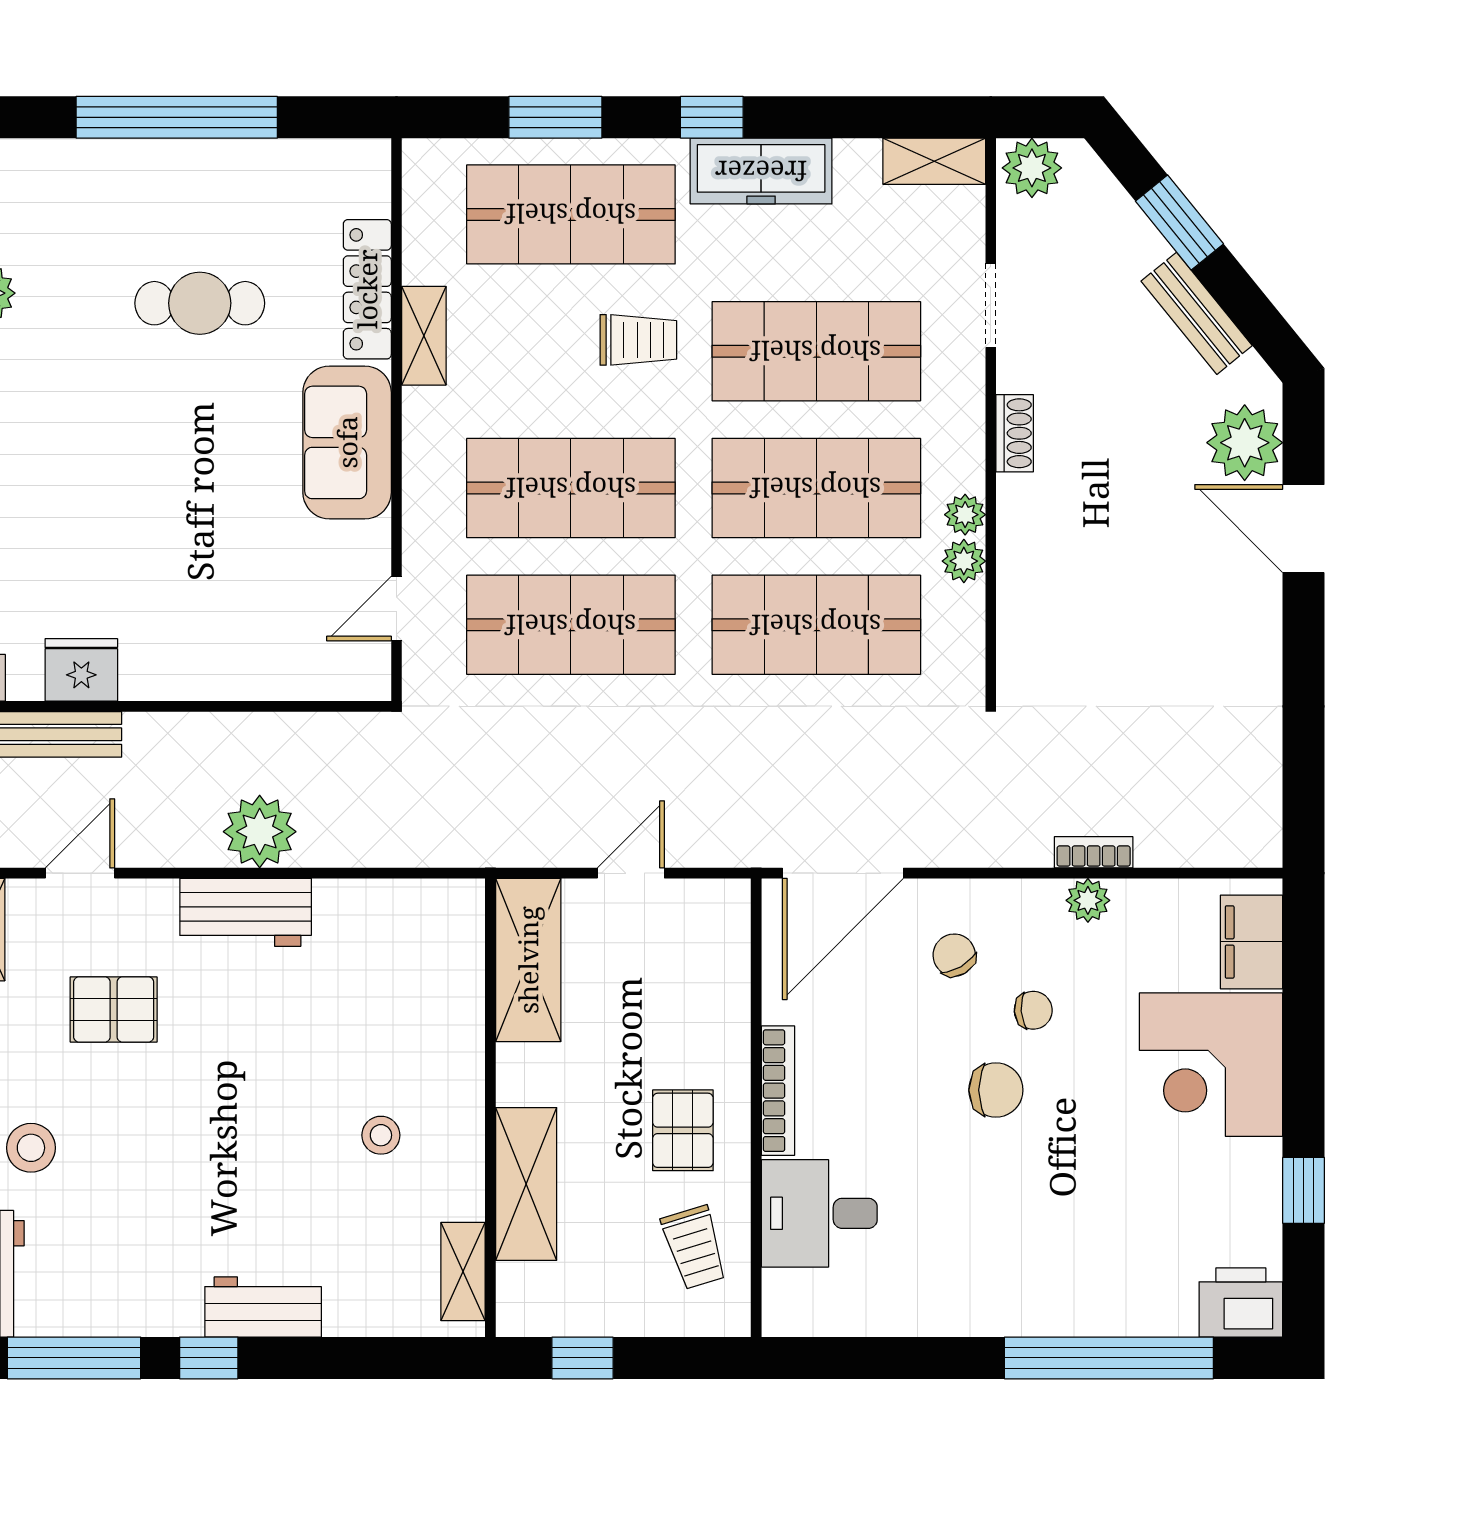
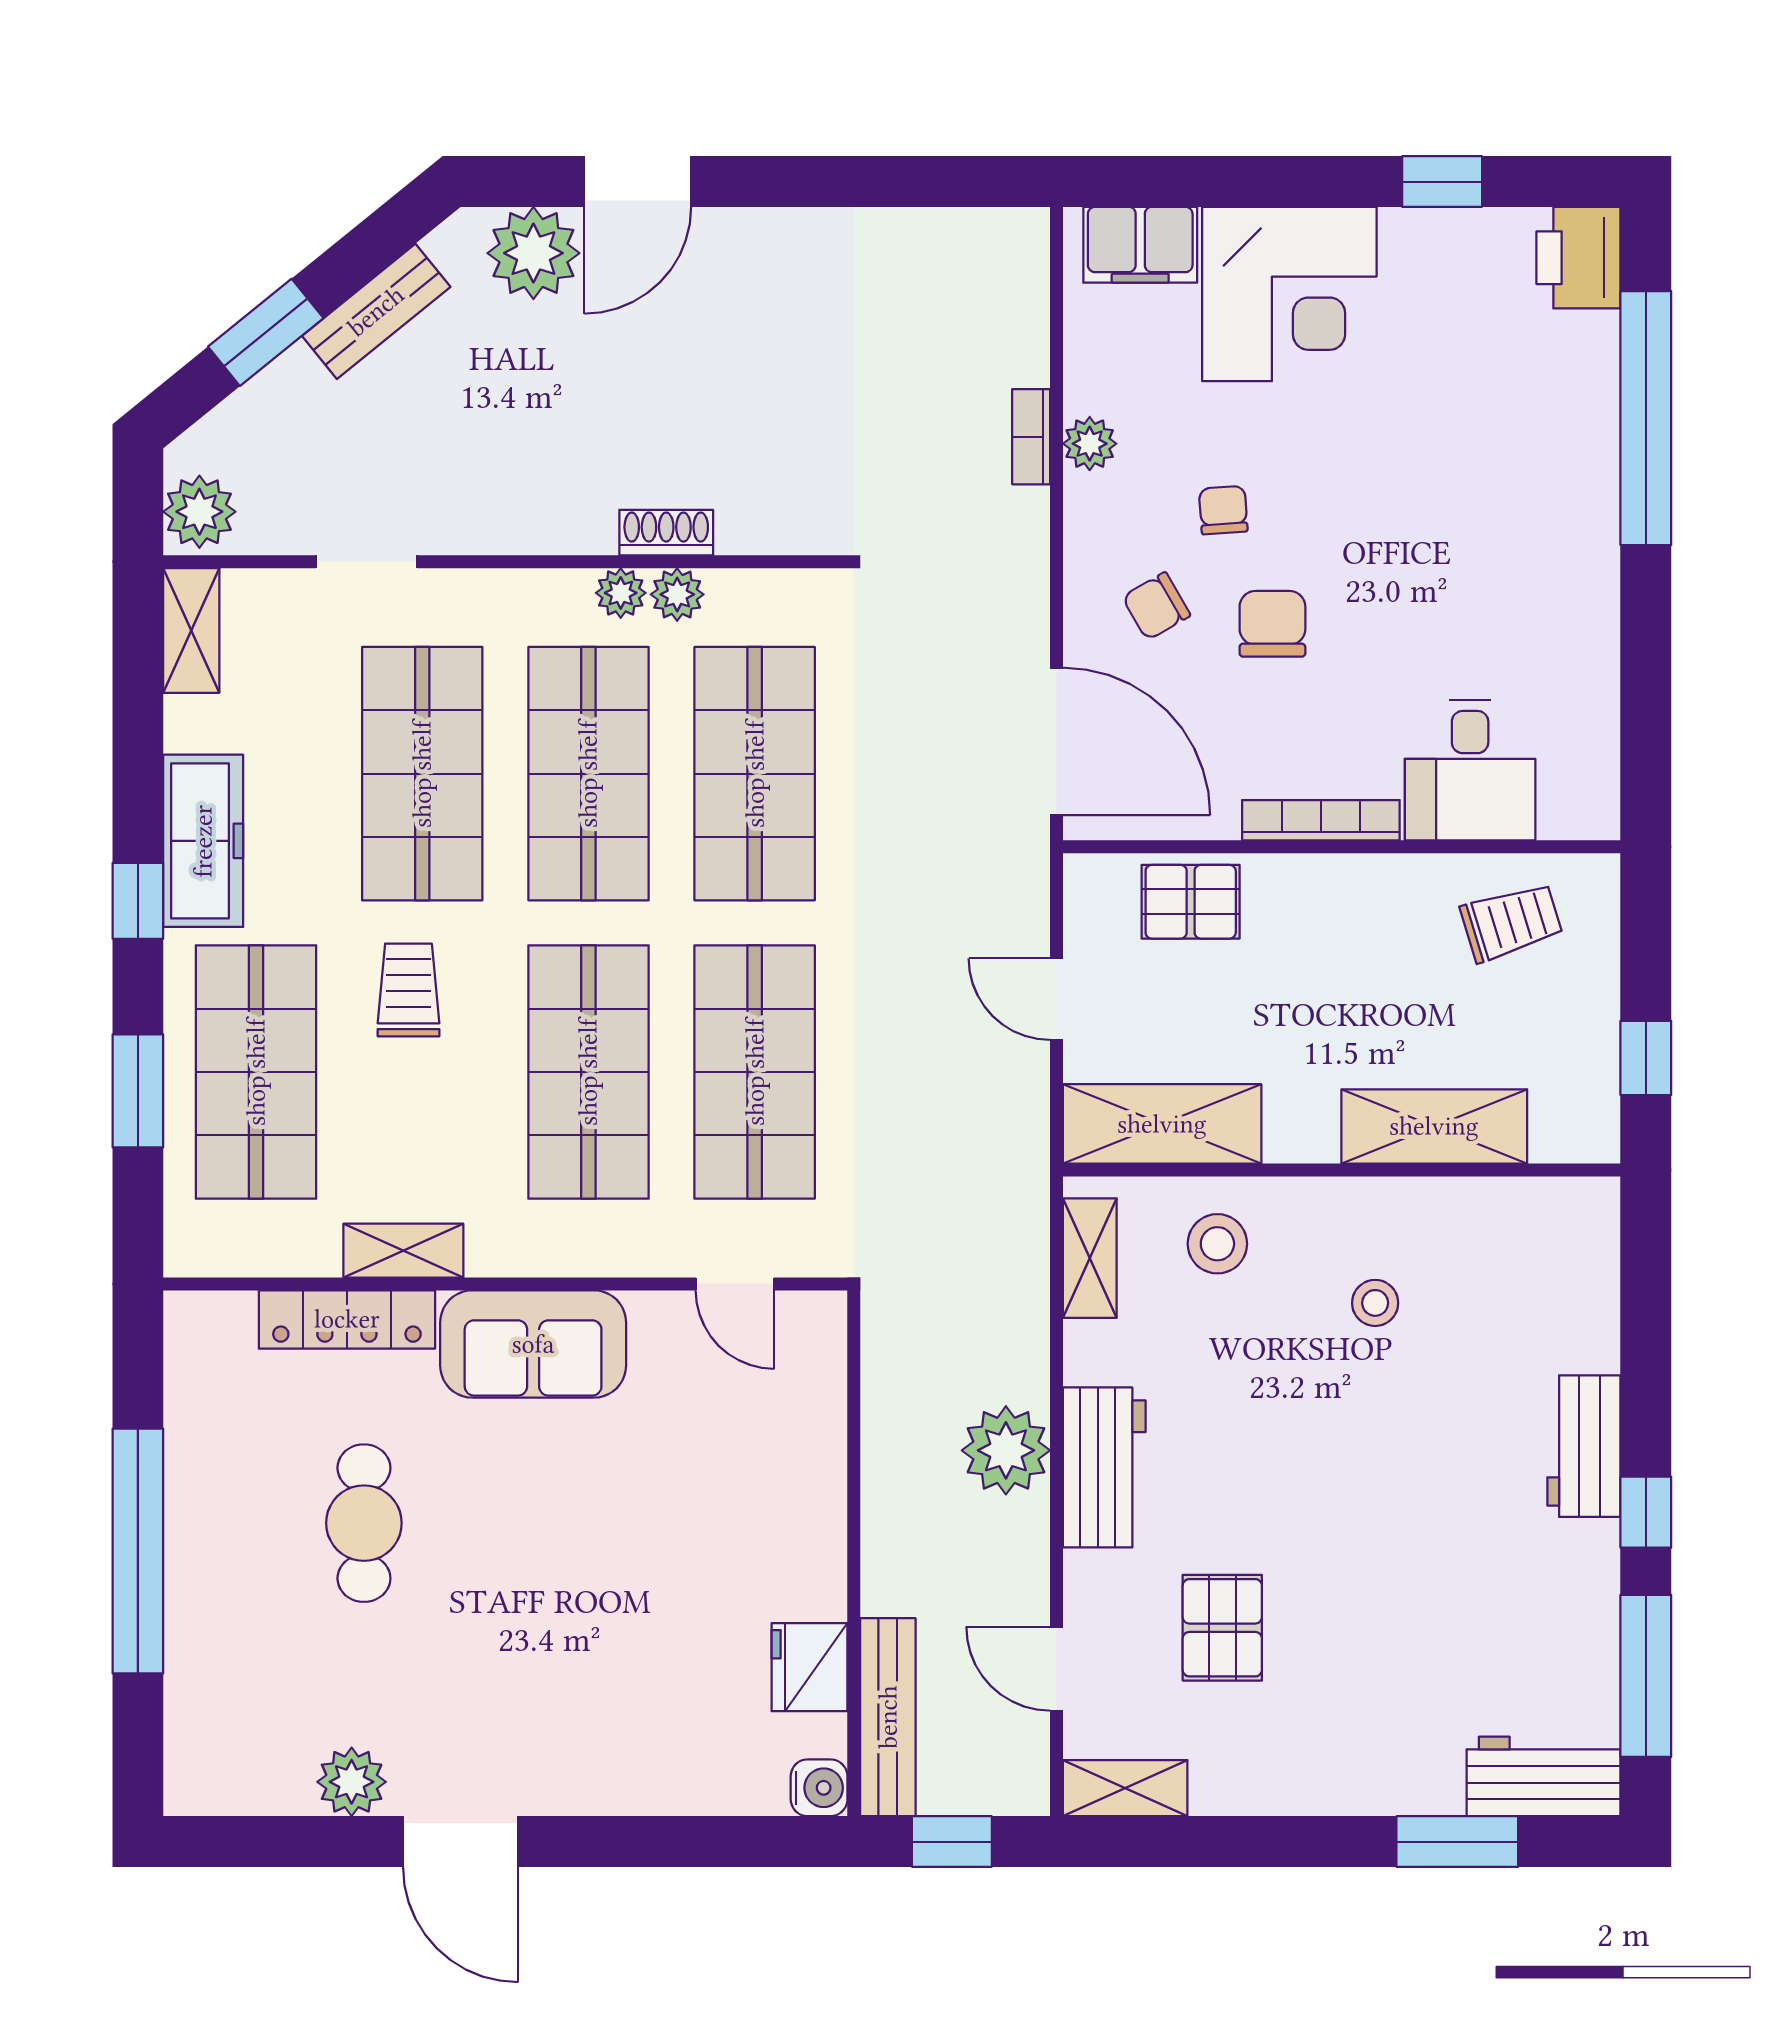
shoe rack: (1015, 433) -> (666, 533), moved
chair: (996, 1090) -> (1272, 624), moved
pallet: (683, 1130) -> (1191, 902), moved
stool: (31, 1148) -> (1217, 1244), moved
shelving: (463, 1272) -> (1090, 1258), moved, turned 90

